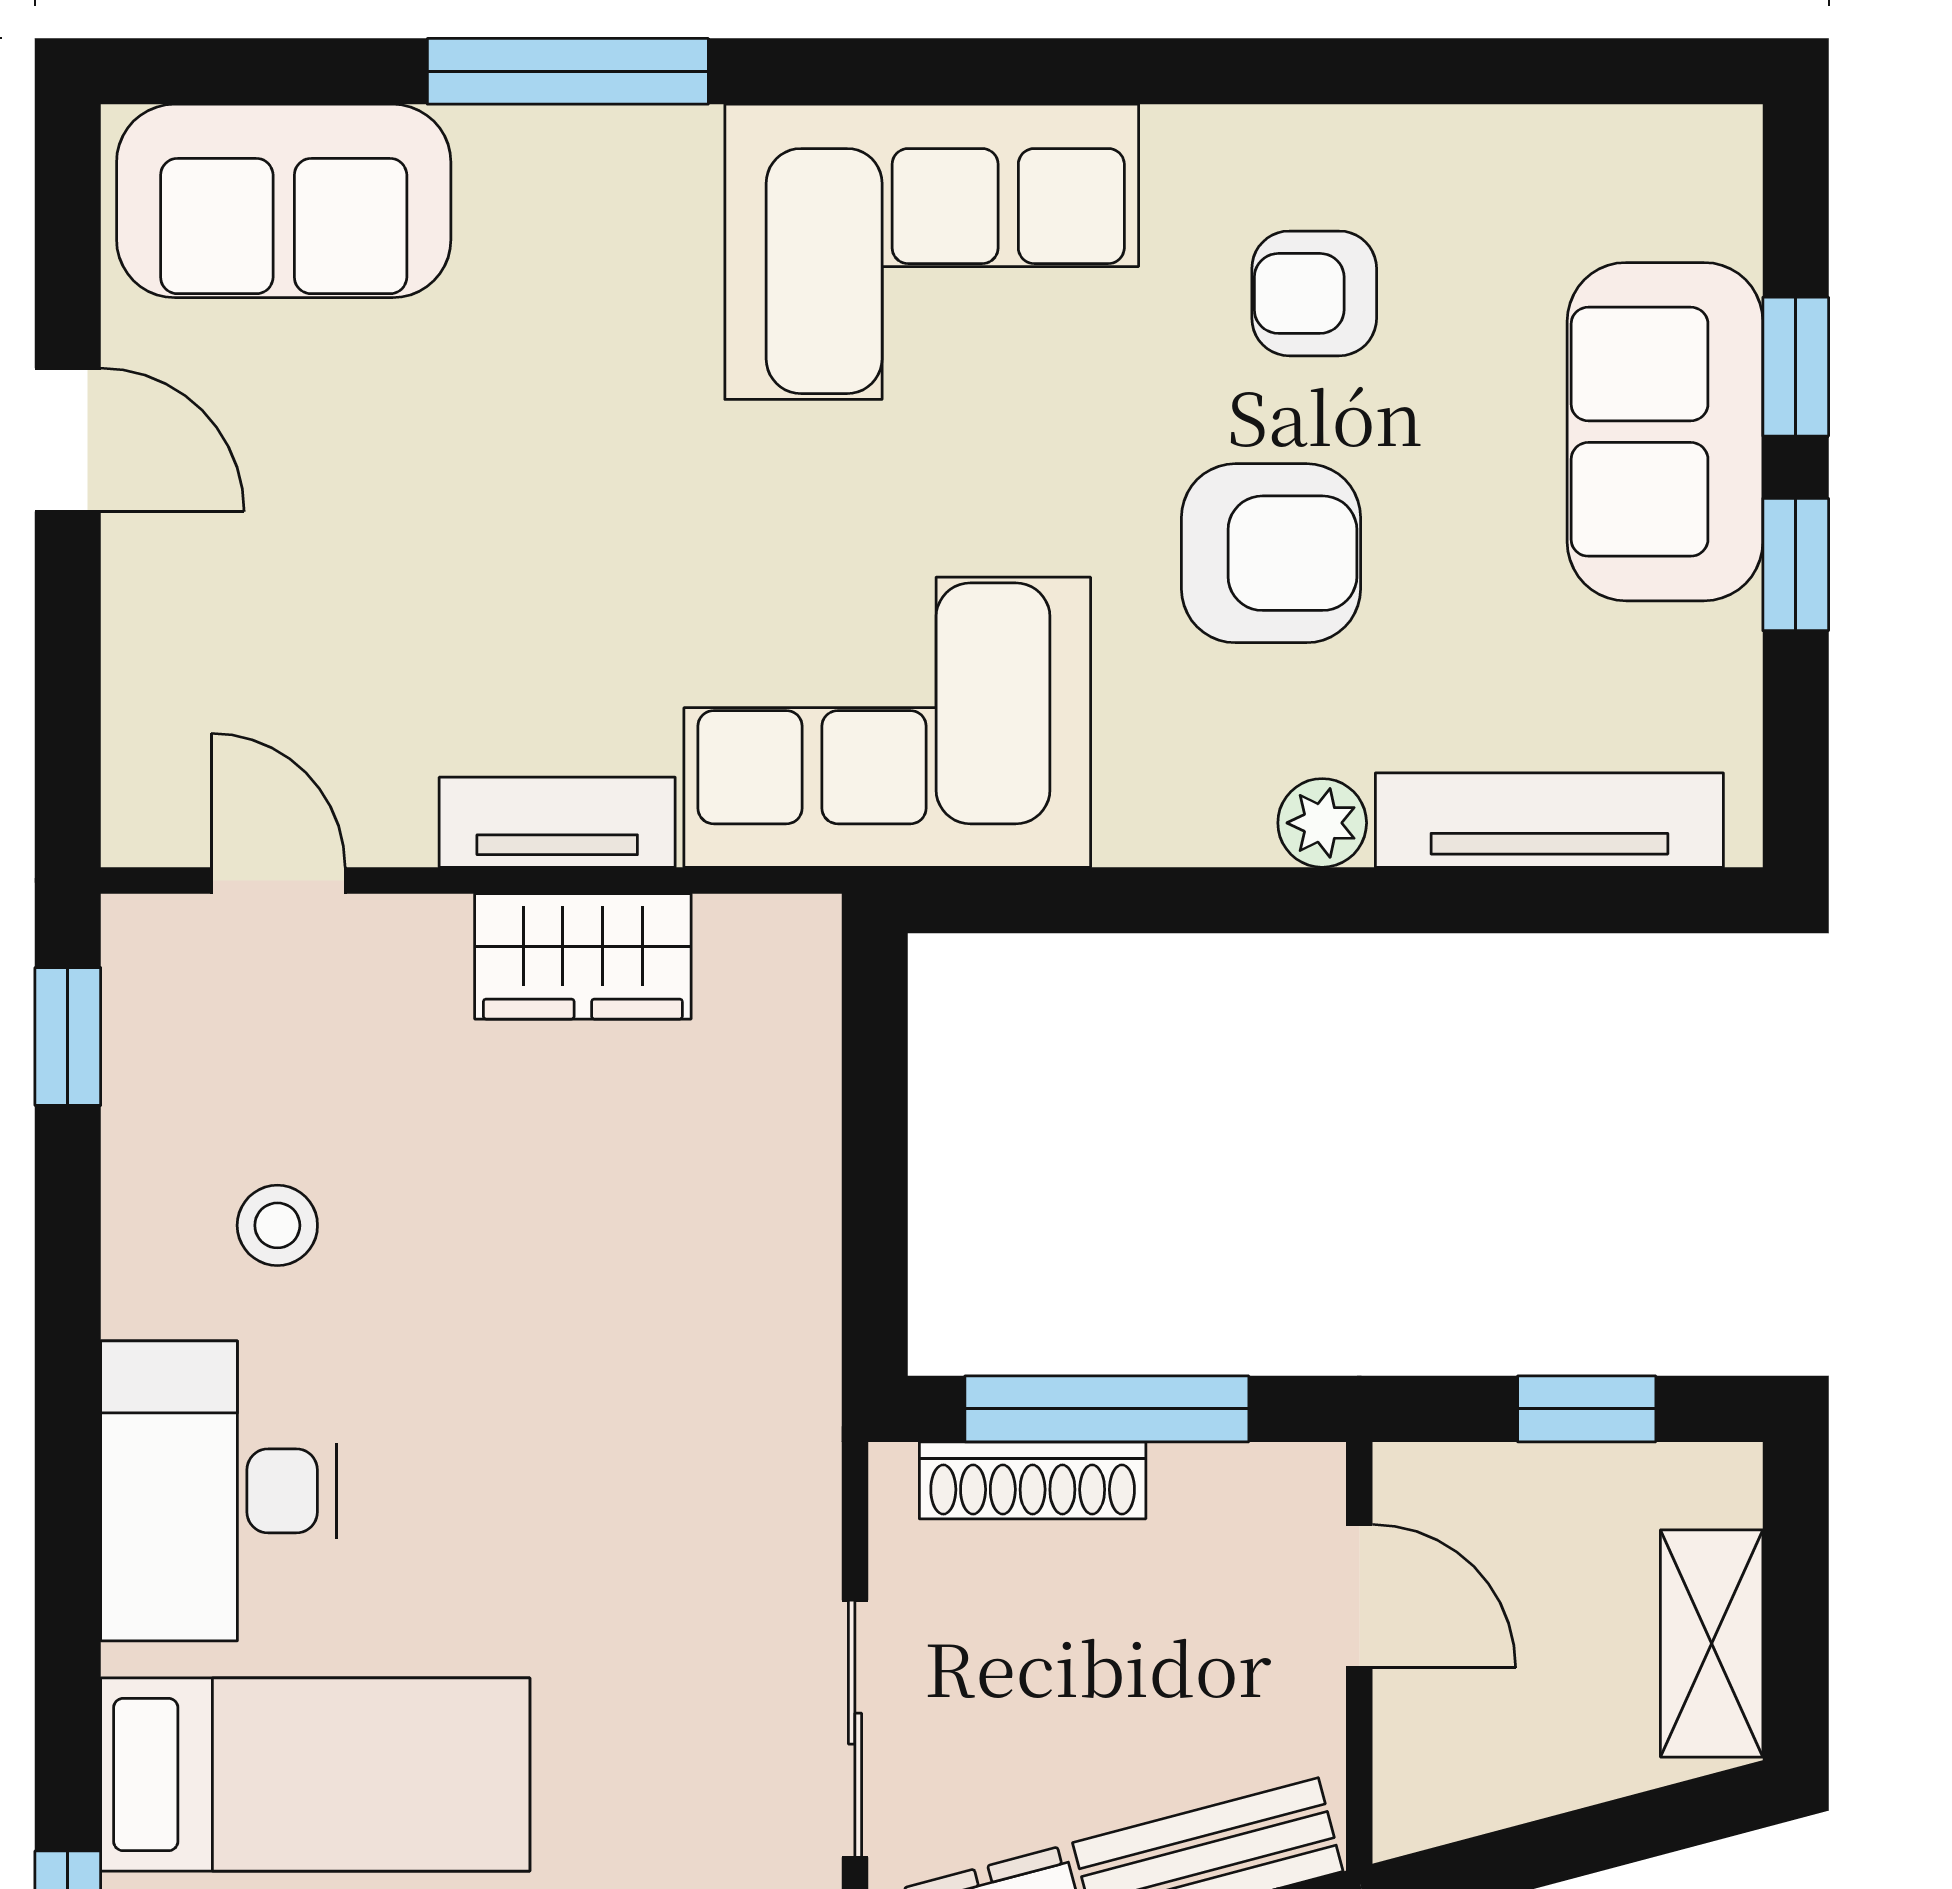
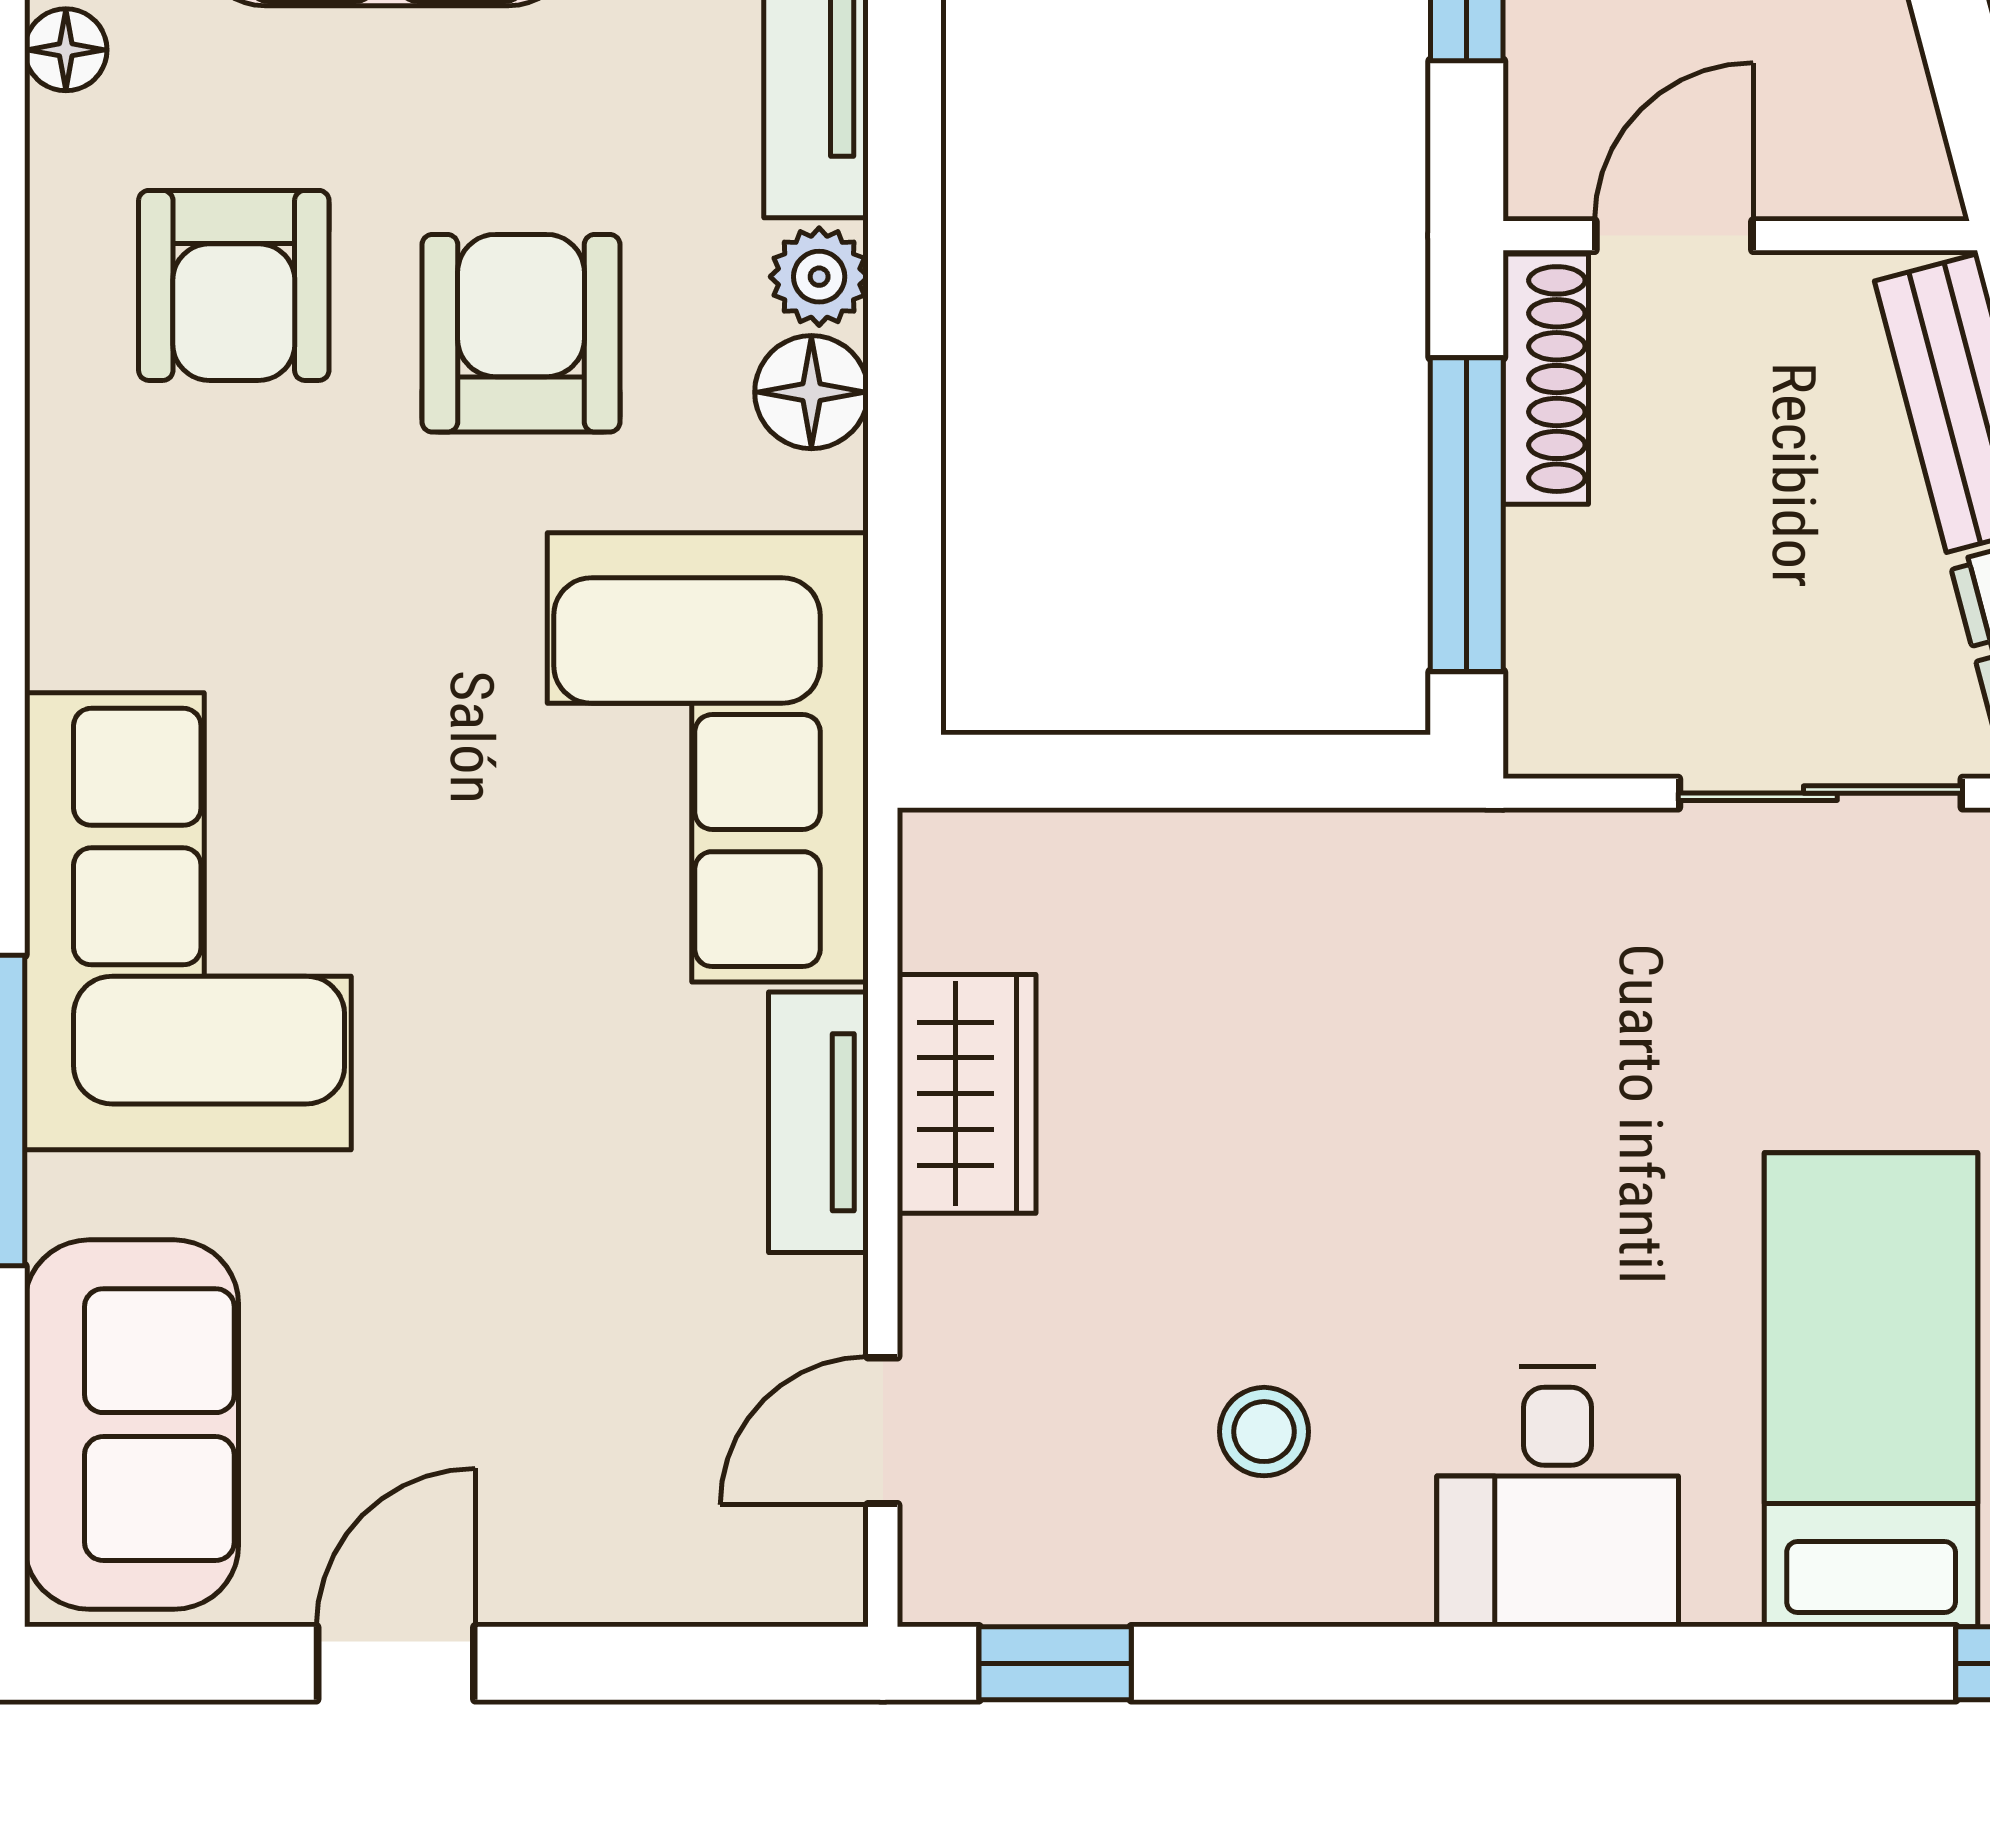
floor lamp: (1527, 141) -> (66, 50), added
corner sofa: (932, 252) -> (188, 921), moved
armchair: (1314, 293) -> (234, 285), width x1.38, depth x1.38
floor lamp: (1218, 816) -> (811, 392), added
shoe rack: (1033, 1480) -> (1546, 379), moved
desk: (219, 1491) -> (1558, 1497), width x0.73

